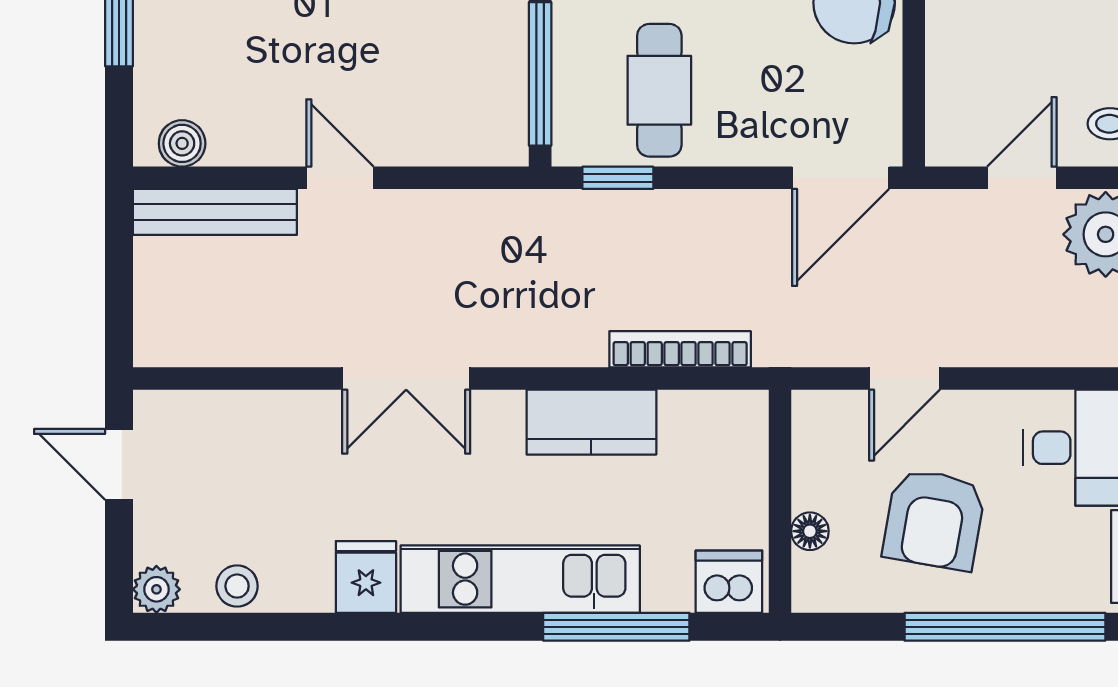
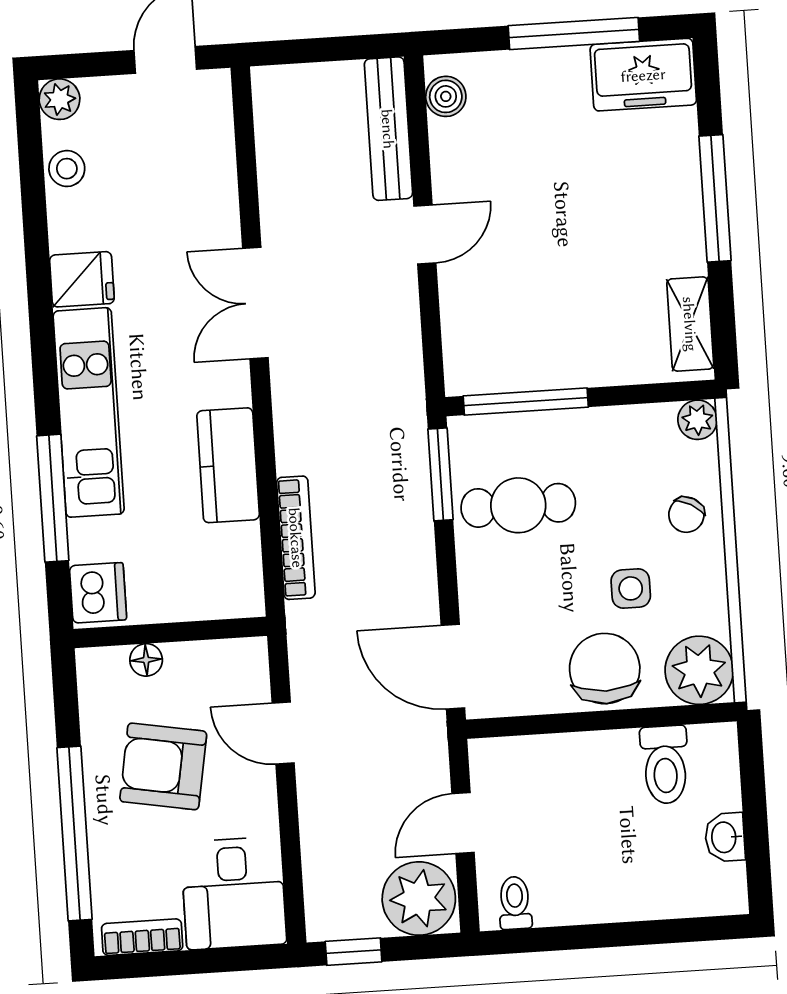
window: (618, 178) -> (440, 474), width x1.50
door: (1022, 178) -> (463, 823), swing flipped

